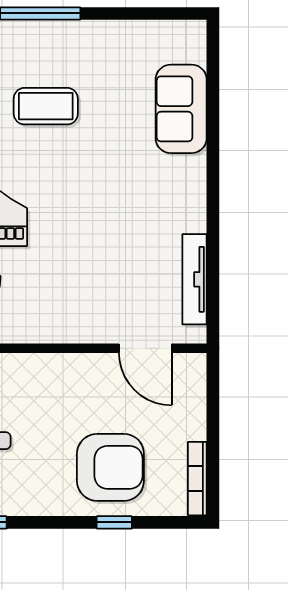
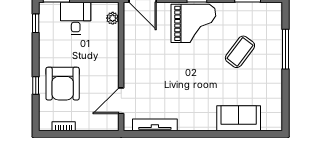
coffee table: (46, 106) -> (240, 52), turned 37
bookcase: (197, 479) -> (64, 126), width x0.64

